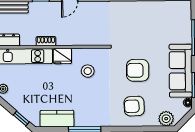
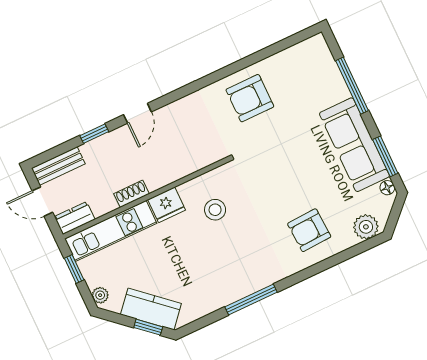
armchair: (138, 70) -> (250, 98), moved
kitchen counter: (57, 119) -> (151, 309), moved, turned 41

